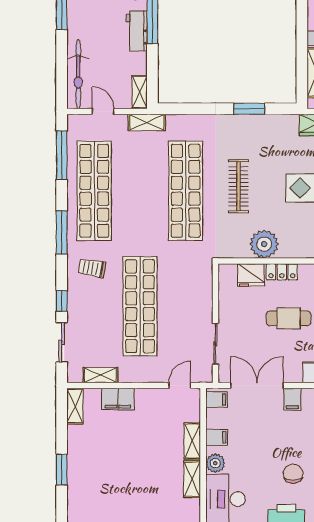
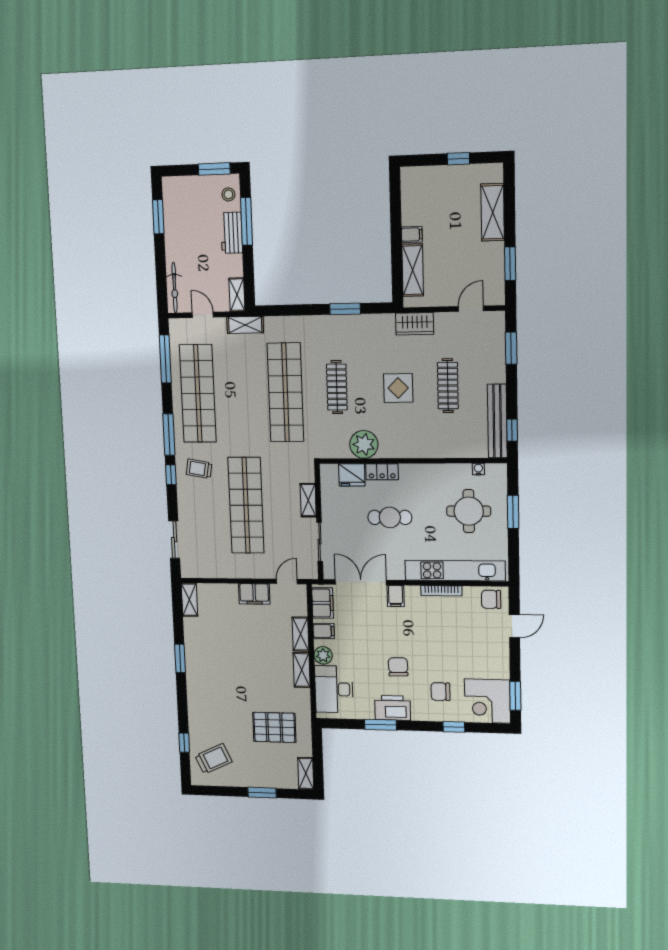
bicycle: (78, 74) -> (174, 288), width x0.73, depth x0.71
window: (62, 301) -> (171, 475), moved
shelving: (100, 375) -> (308, 500), moved, turned 90
filing cabinet: (118, 399) -> (254, 594), moved
filing cabinet: (217, 400) -> (323, 603), width x2.00

